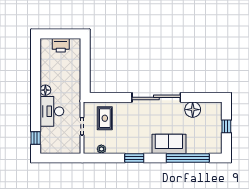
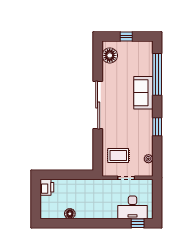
printer: (61, 45) -> (47, 187), moved
floor lamp: (45, 90) -> (70, 214), moved
floor lamp: (193, 110) -> (110, 55), moved
desk: (52, 111) -> (133, 207), moved

